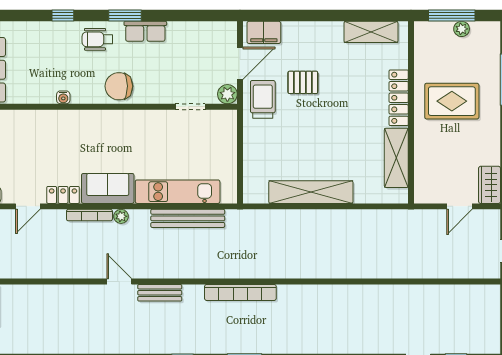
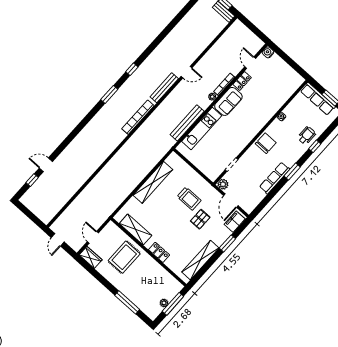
window: (303, 16) -> (227, 243), added
row of seats: (145, 31) -> (275, 178), width x1.48
shelving: (371, 32) -> (200, 260), width x1.47
wheelchair: (97, 39) -> (307, 136), moved
locker: (399, 98) -> (159, 252), width x0.66
trolley: (263, 99) -> (189, 199), moved
rug: (452, 101) -> (124, 257), moved
bench: (160, 293) -> (164, 88), width x1.36

